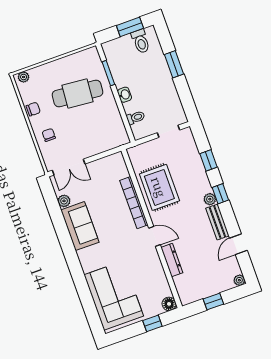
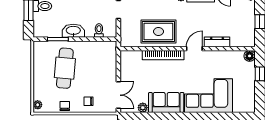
washbasin: (125, 95) -> (73, 31), width x1.91, depth x1.45
corner sofa: (114, 295) -> (208, 96), moved

